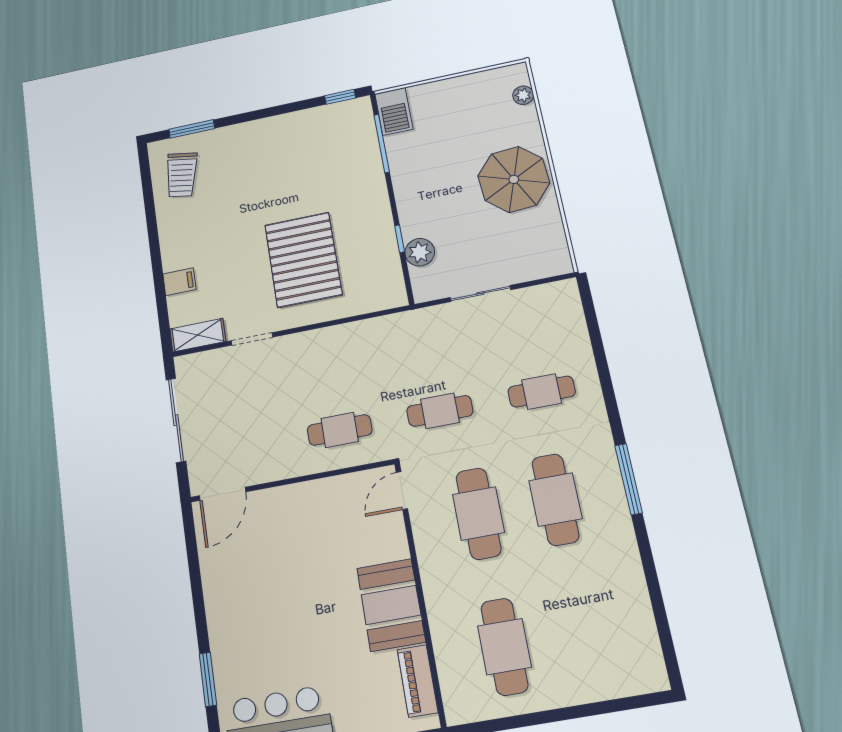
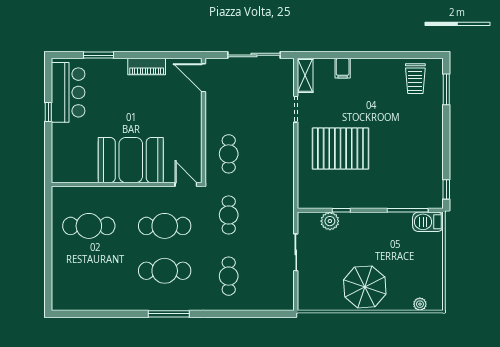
trolley: (182, 175) -> (415, 79), turned -100
booth: (391, 605) -> (131, 160), width x1.36, depth x1.42
piano: (418, 681) -> (147, 67), moved, turned 180

